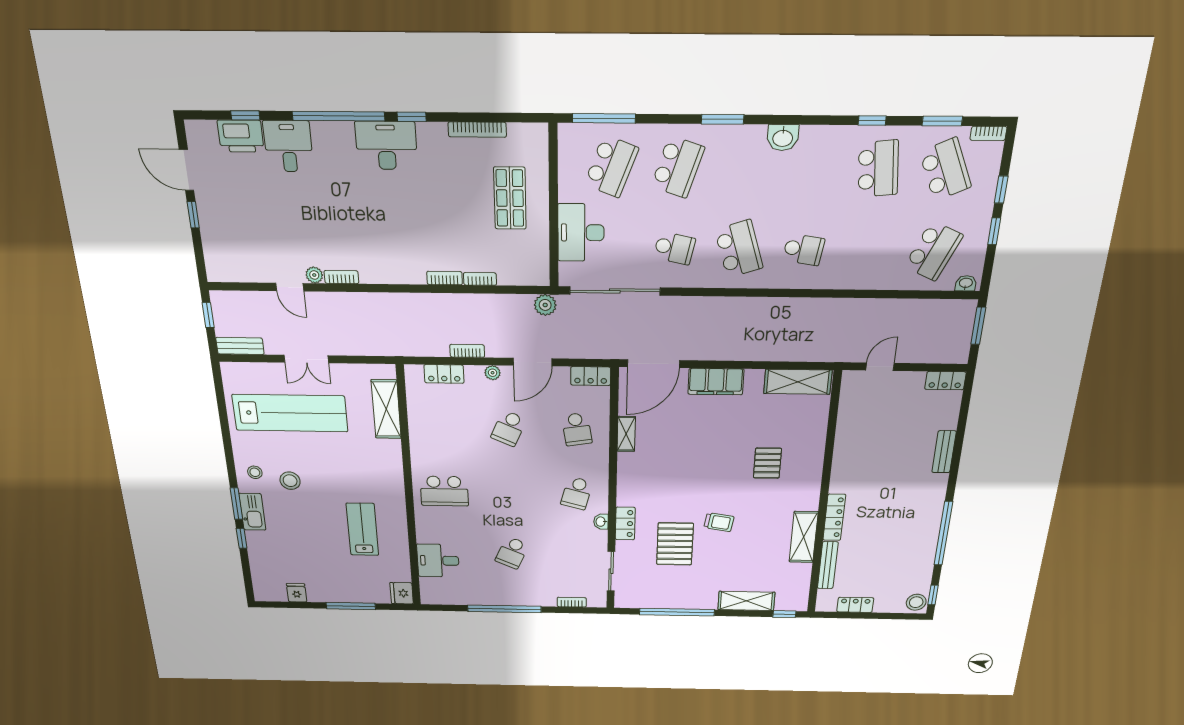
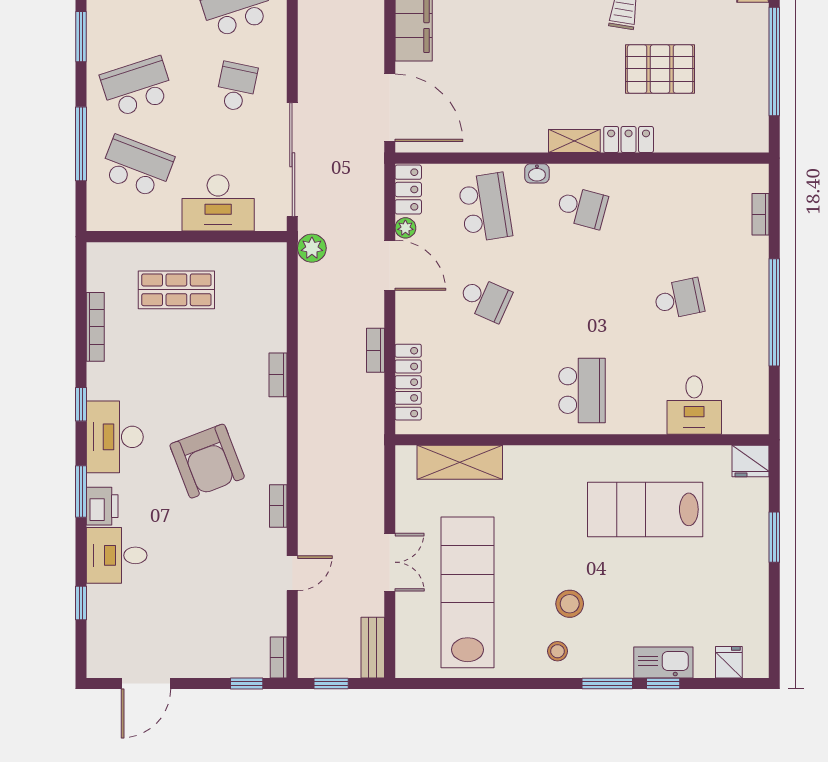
window: (338, 116) -> (81, 491), width x0.47
window: (604, 118) -> (81, 144), moved
printer: (241, 136) -> (102, 506), moved, width x0.73, depth x0.84
school desk: (678, 167) -> (137, 87), turned -36
window: (193, 215) -> (247, 683), moved
armchair: (372, 222) -> (207, 461), added
plant: (314, 275) -> (276, 540), removed
bookcase: (480, 279) -> (279, 658), moved
plant: (493, 373) -> (405, 228), moved
locker: (444, 374) -> (408, 382), width x1.53
school desk: (577, 429) -> (485, 207), width x1.85
shelving: (626, 434) -> (574, 141), moved
kitchen sink: (252, 512) -> (663, 663), moved
washbasin: (601, 522) -> (537, 173), moved
lab bench: (362, 529) -> (645, 509), width x1.36, depth x1.39
school desk: (512, 553) -> (679, 299), turned -36
sliding door: (611, 571) -> (707, 158), removed
fridge: (297, 593) -> (729, 662), moved, turned 90
window: (351, 606) -> (774, 537), width x0.69

